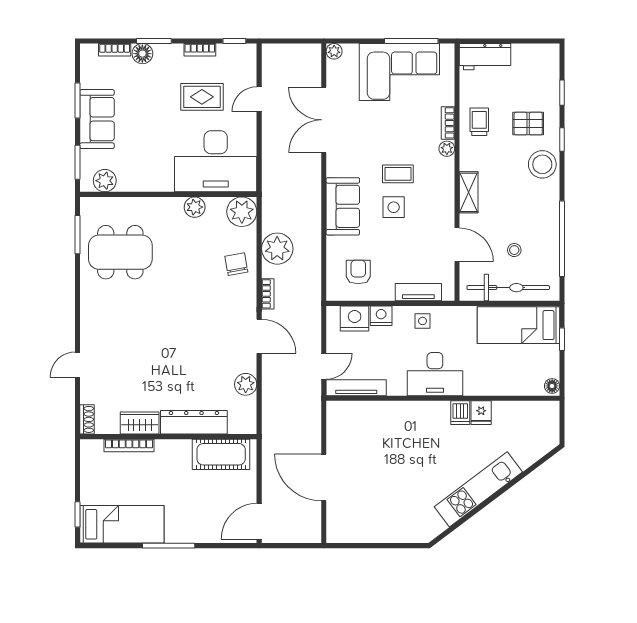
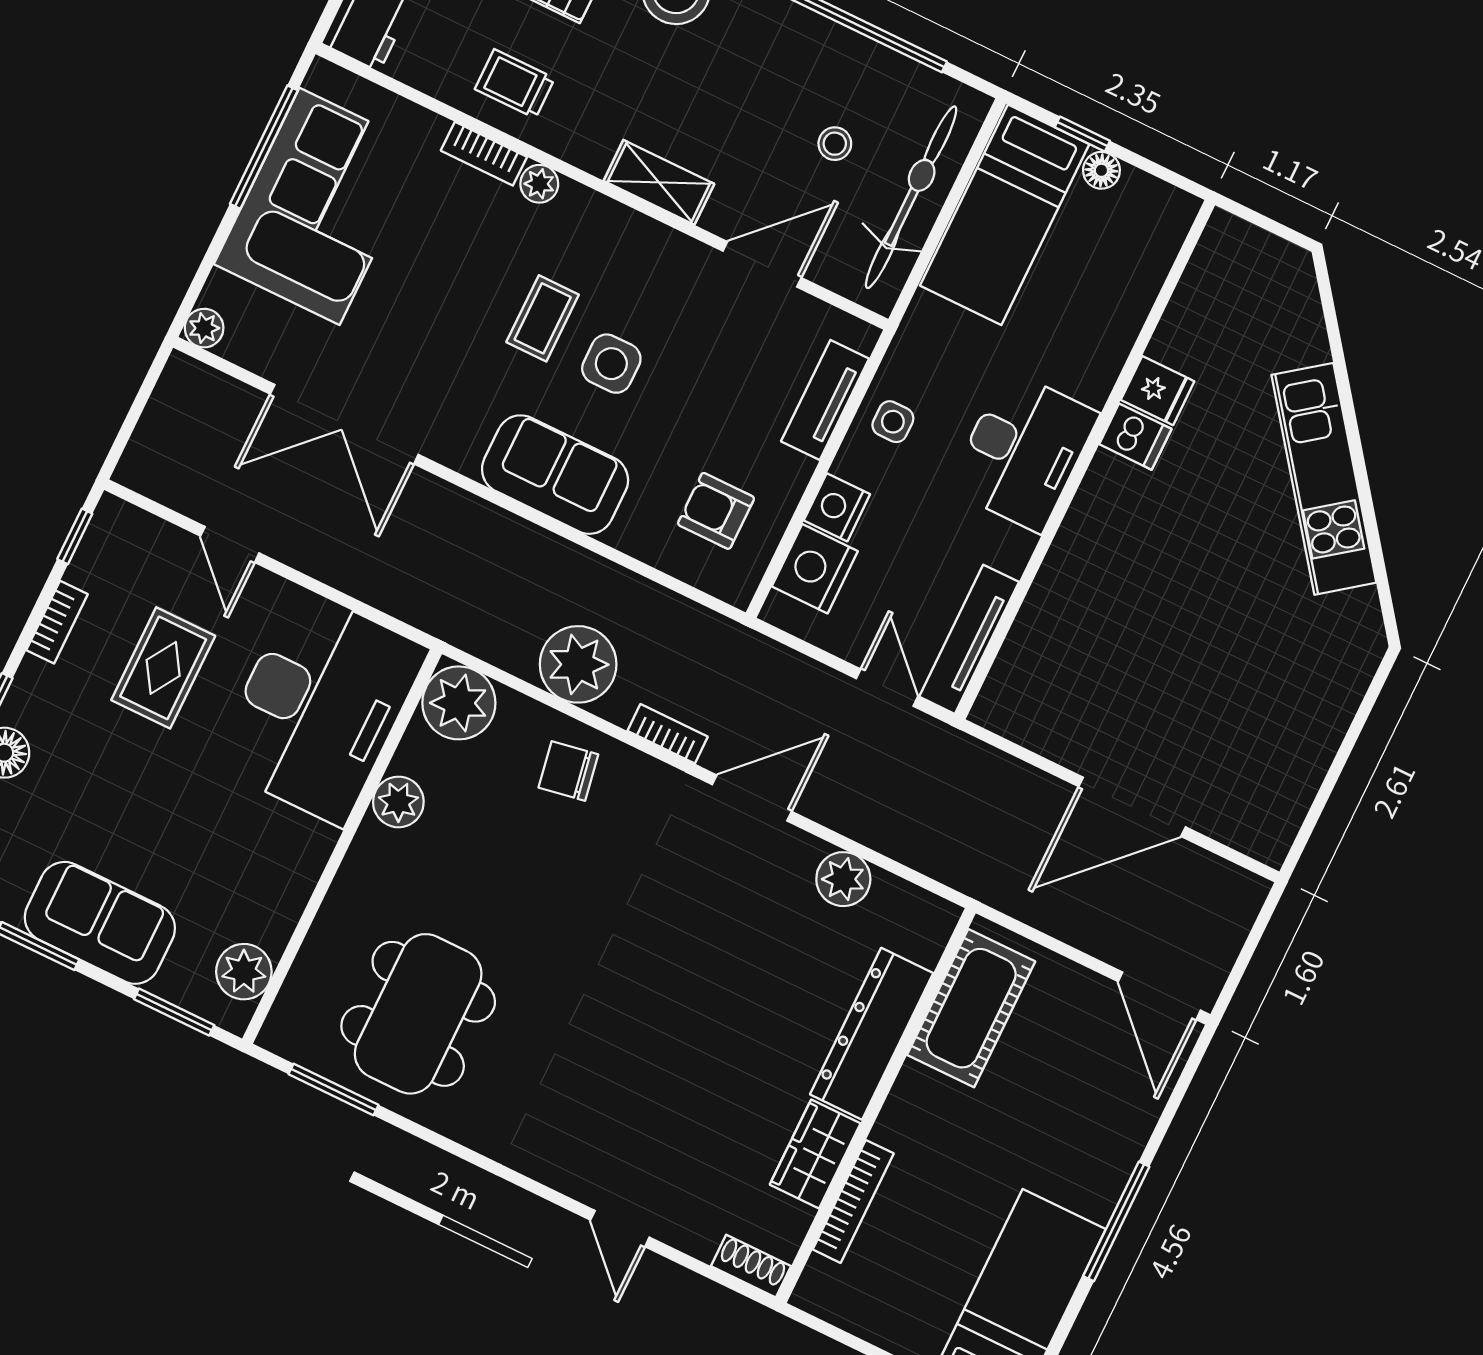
floor lamp: (552, 386) -> (1101, 170), moved

